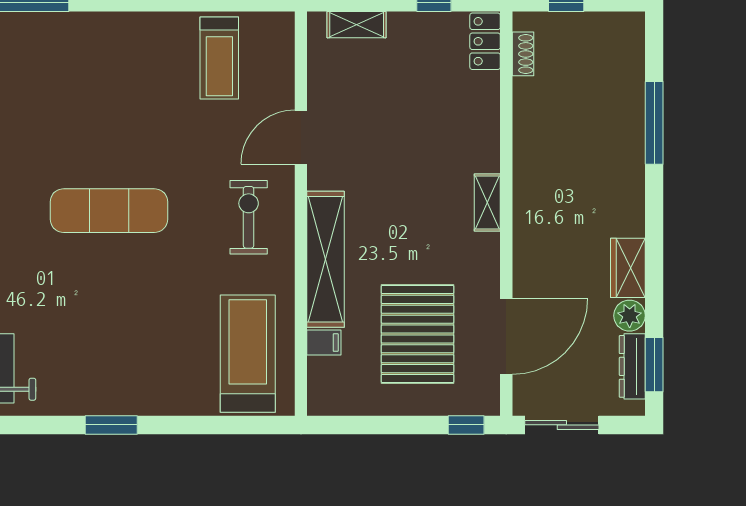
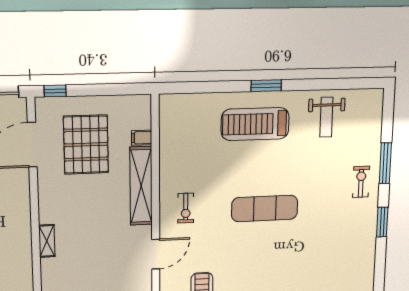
shelving: (487, 202) -> (47, 241), moved
exercise bike: (249, 217) -> (186, 208), width x0.73, depth x0.72
treadmill: (248, 354) -> (255, 124), moved, turned 90

